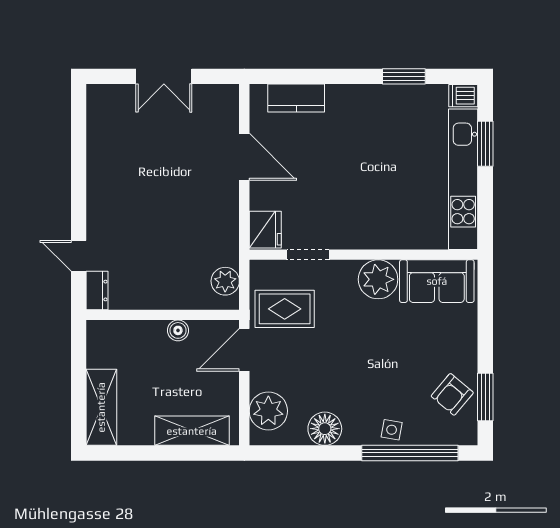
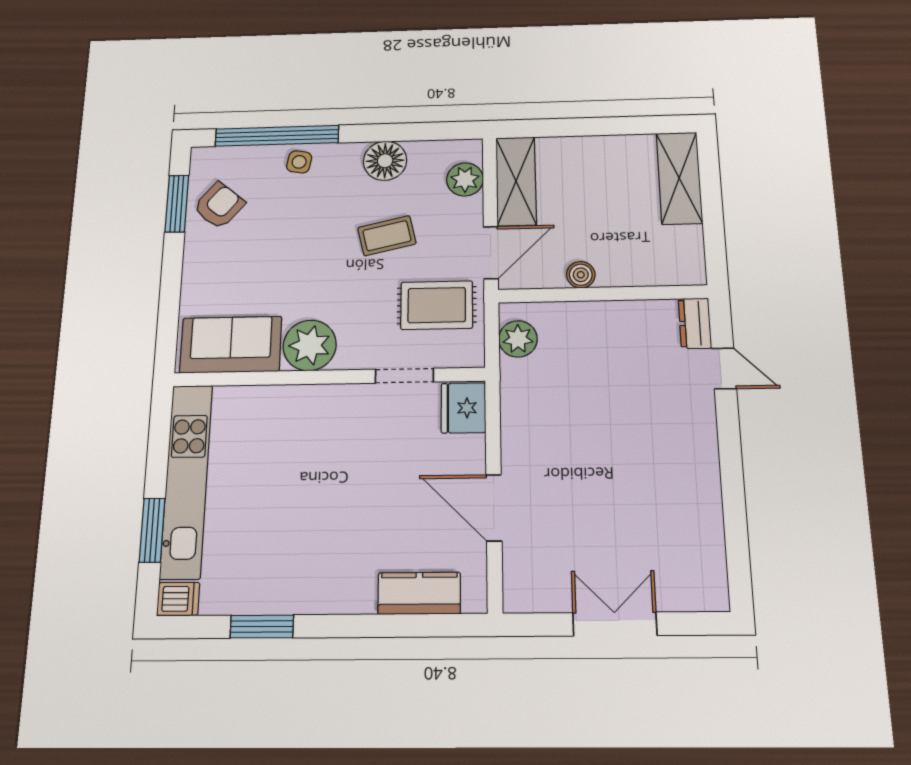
coffee table: (322, 366) -> (387, 236), added
plant: (268, 411) -> (465, 179), width x0.73, depth x0.73
shelving: (192, 431) -> (516, 181), moved, turned 90

